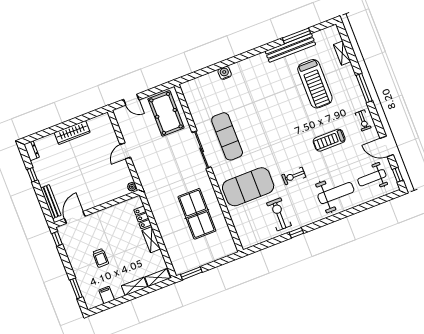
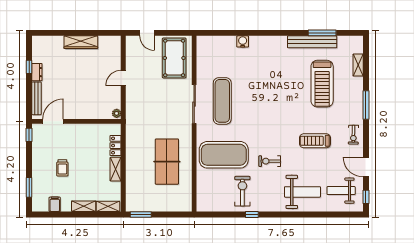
dresser: (32, 151) -> (37, 72), moved

